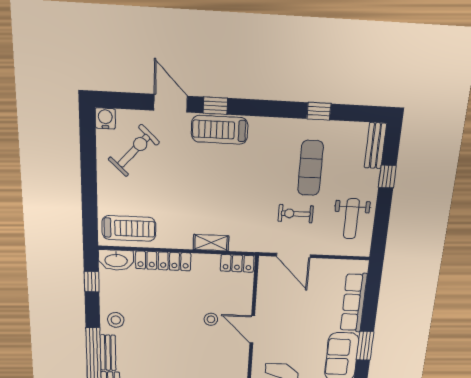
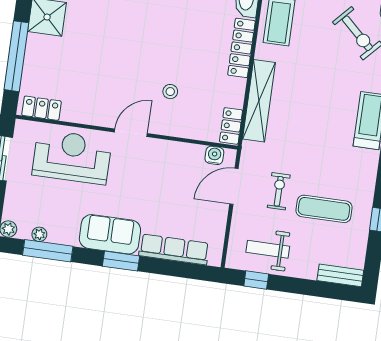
window: (387, 177) -> (256, 280), moved
shelving: (211, 243) -> (259, 101), width x2.20, depth x1.33
water cooler: (266, 276) -> (214, 155), added
door: (252, 329) -> (131, 133), moved

